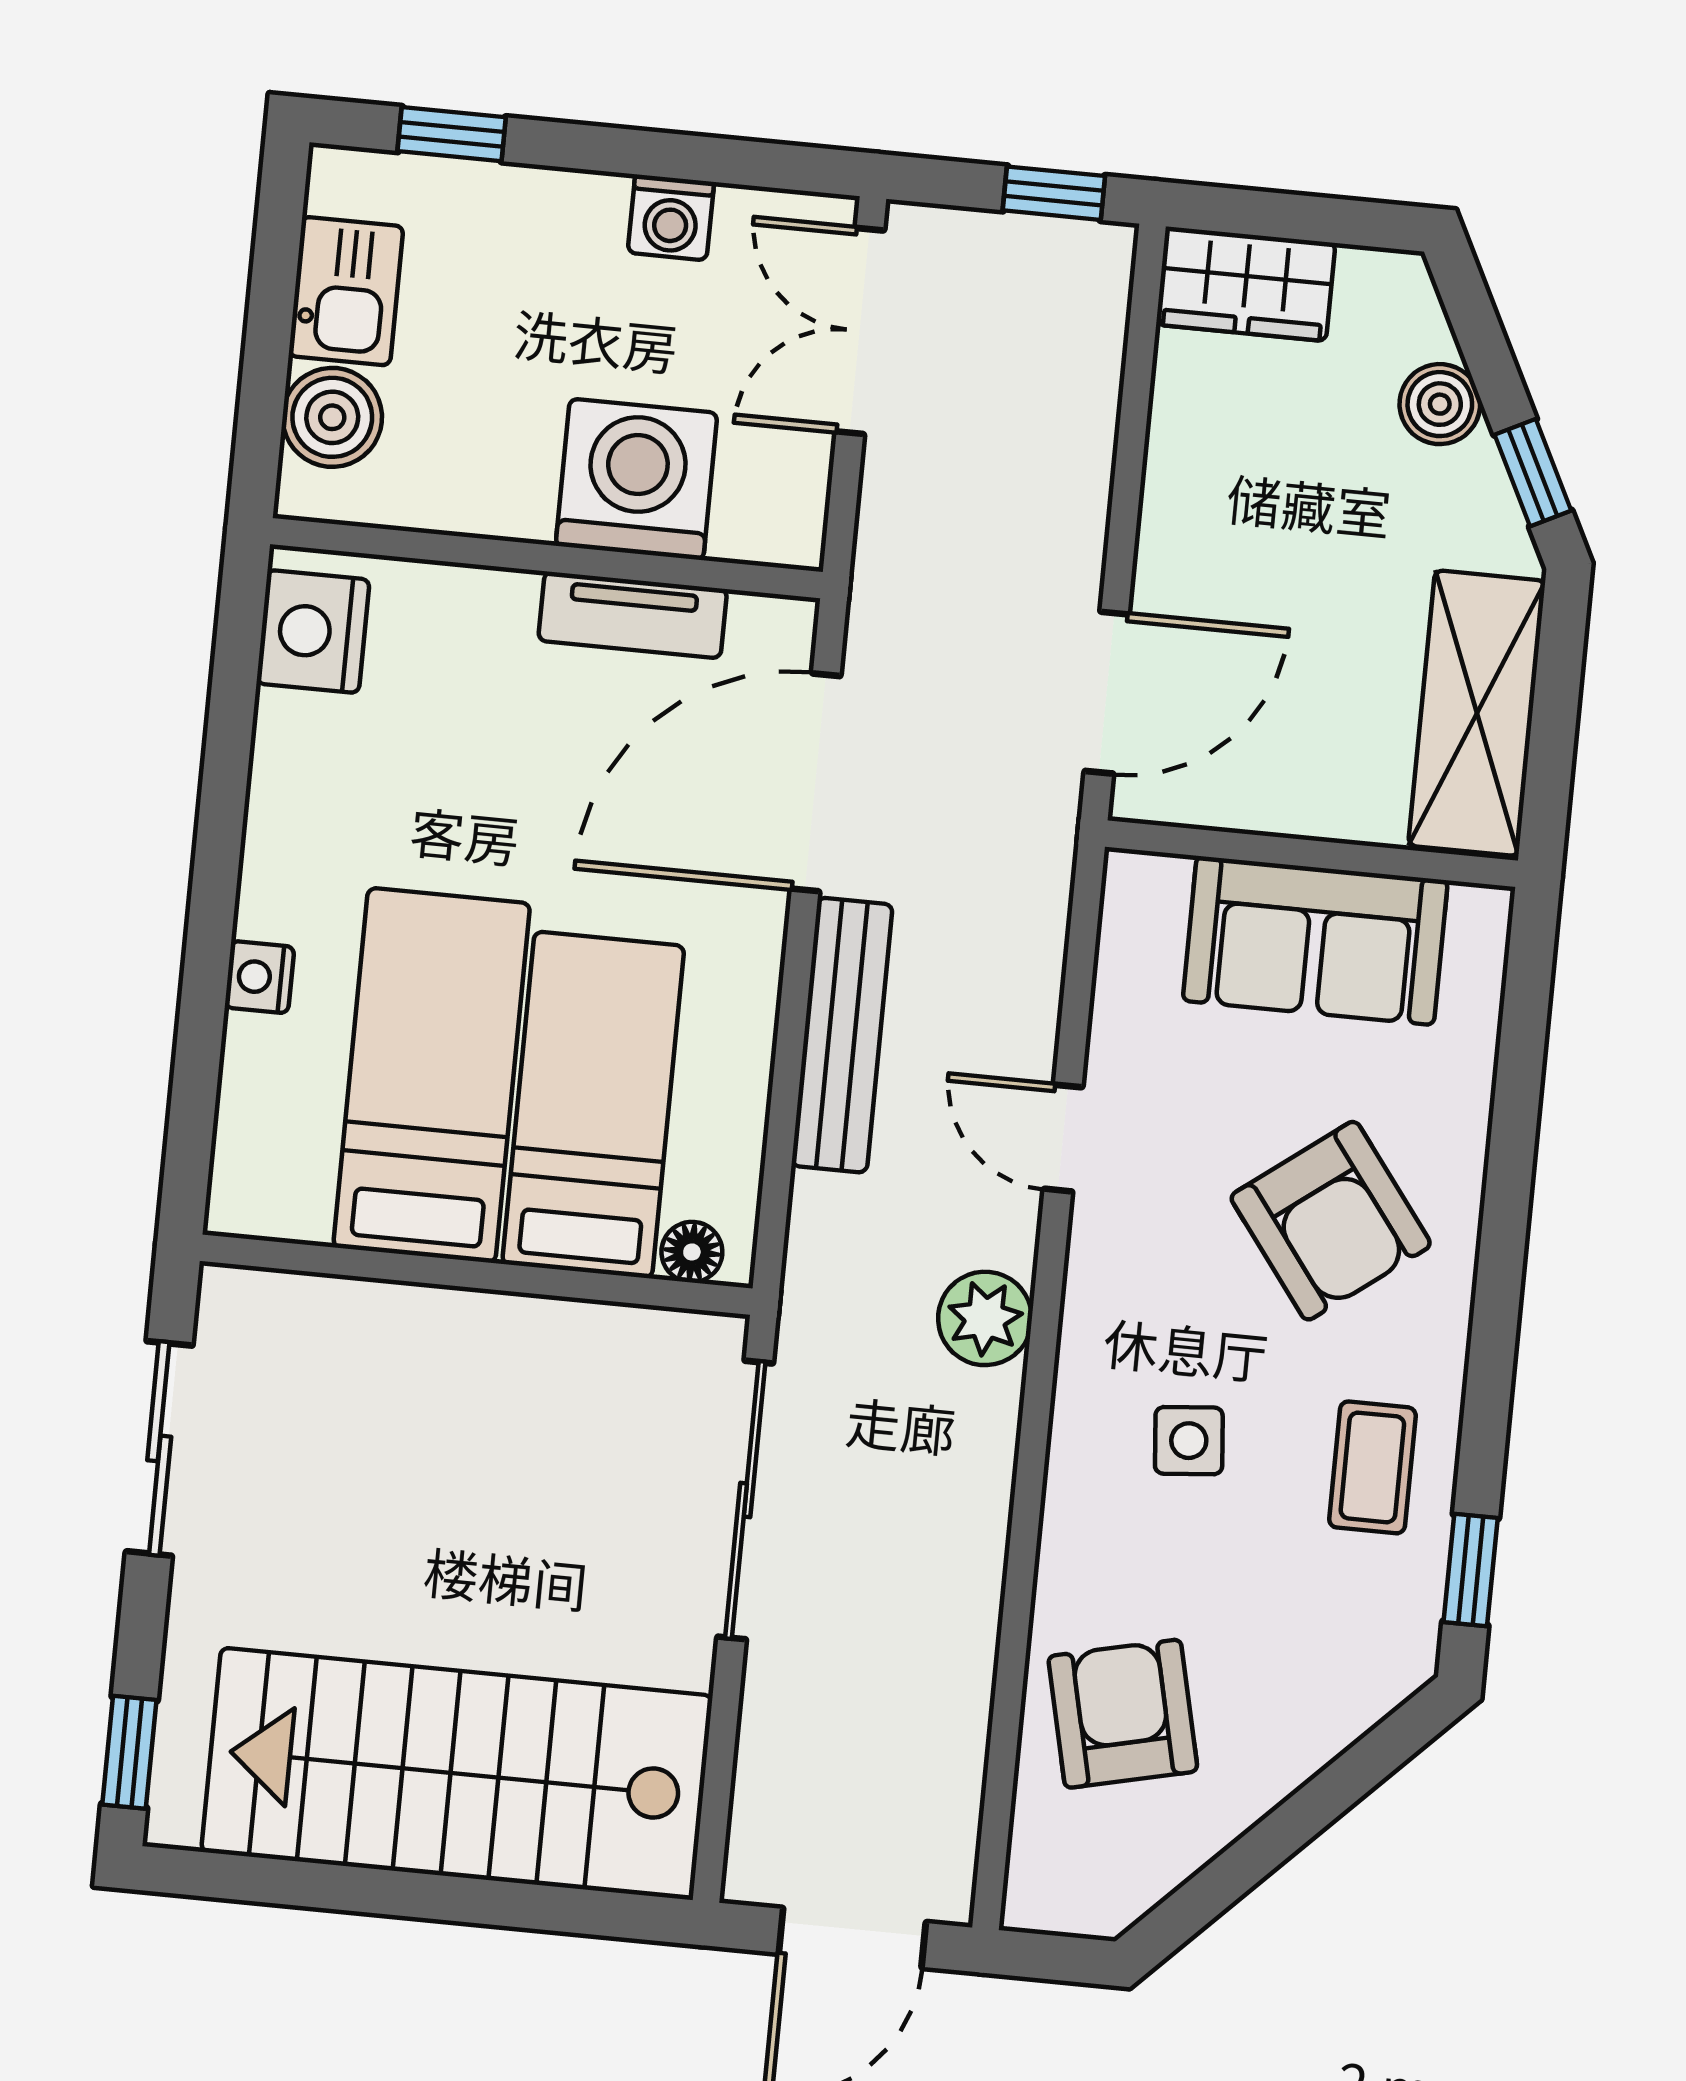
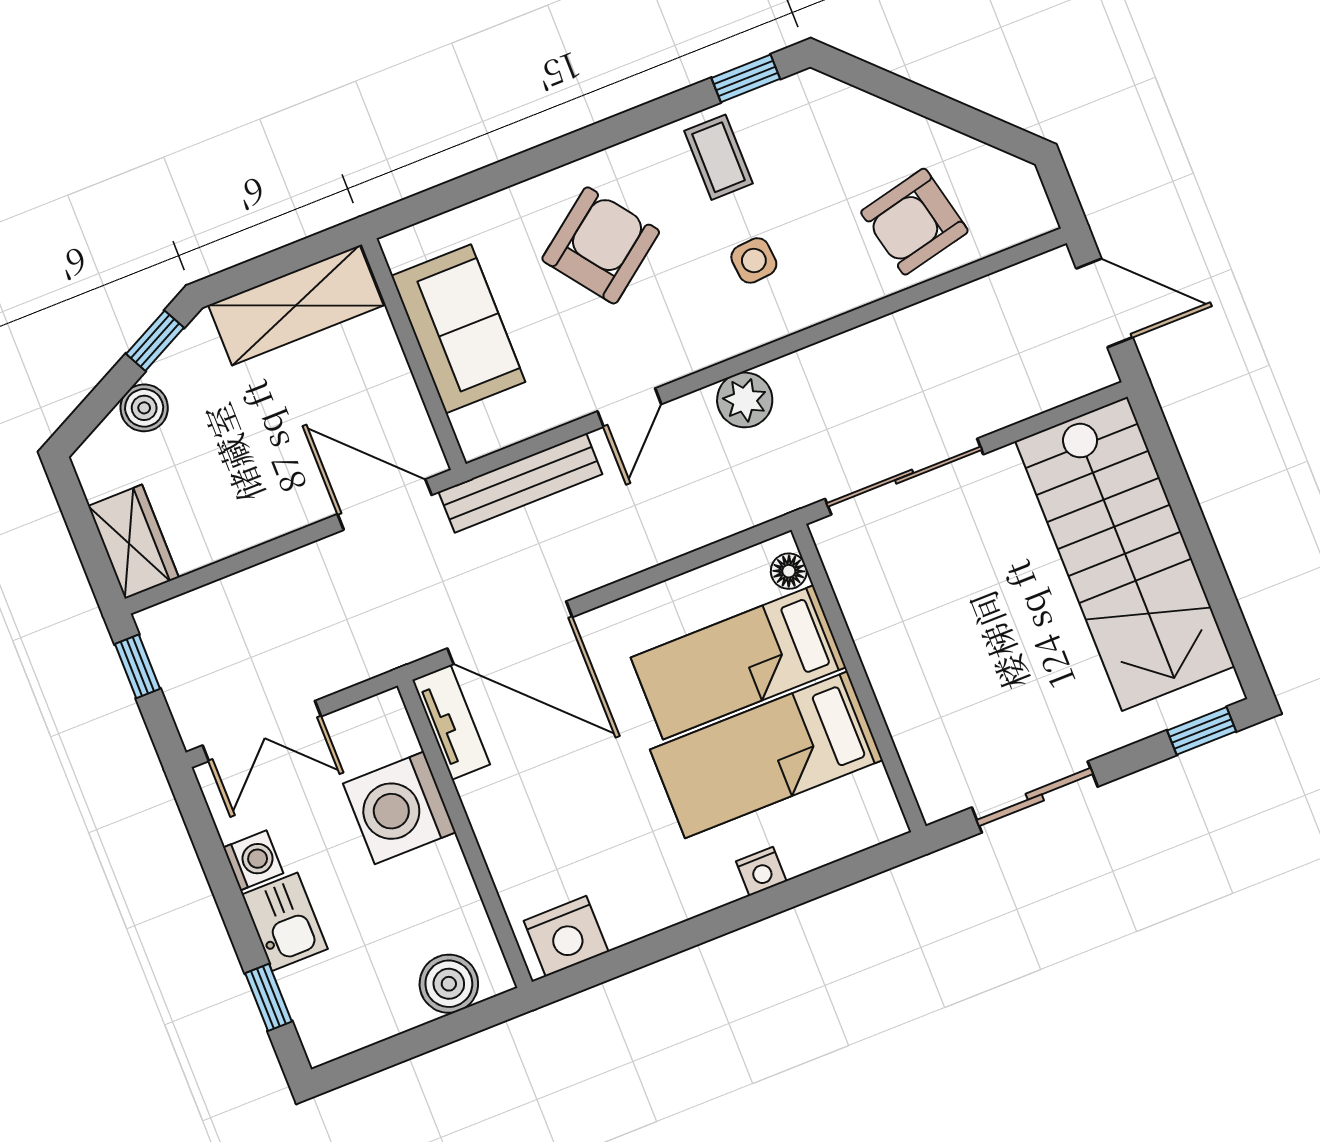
kitchen sink: (346, 291) -> (285, 922), moved, turned 90
tv unit: (633, 615) -> (451, 722), moved
bench: (842, 1035) -> (520, 483), moved
coffee table: (1372, 1467) -> (719, 157), turned 90

